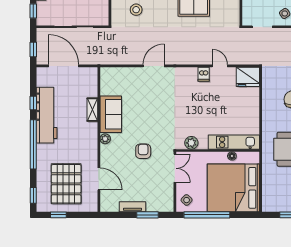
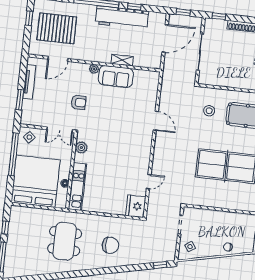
dishwasher: (204, 74) -> (143, 166), removed
tv unit: (132, 207) -> (29, 82), width x1.41

